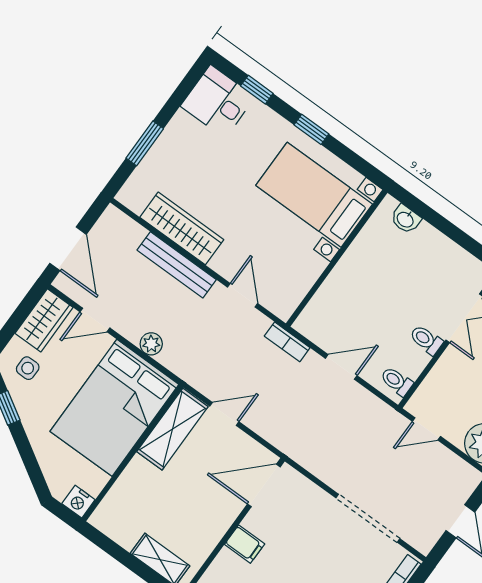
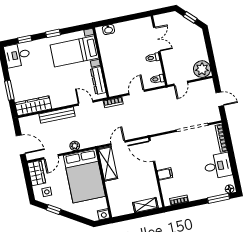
wardrobe: (182, 228) -> (33, 106), moved
dresser: (301, 282) -> (98, 81), added
door: (264, 485) -> (152, 151), hinge flipped

